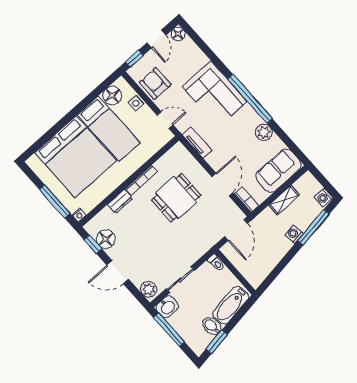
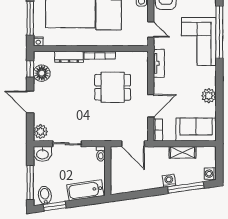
window: (250, 99) -> (219, 32), moved
dresser: (120, 201) -> (69, 57), width x1.44
door: (236, 230) -> (133, 144), hinge flipped
bidet: (212, 326) -> (45, 195), moved
window: (169, 330) -> (30, 183), moved

